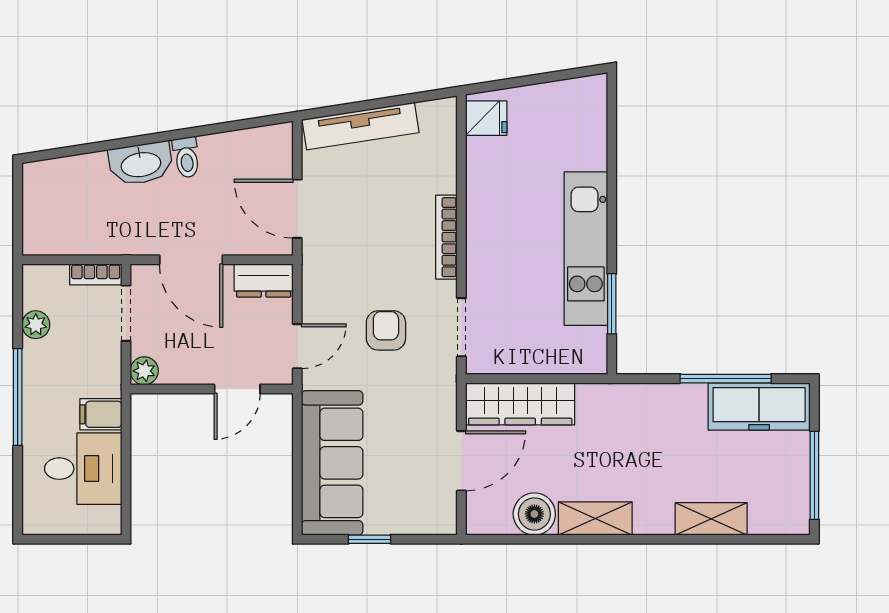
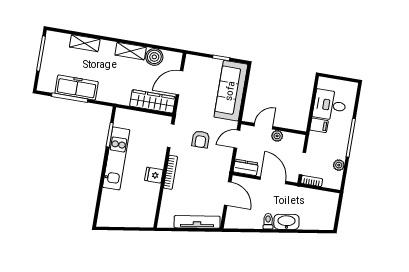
fridge: (486, 118) -> (154, 175), moved
plant: (144, 371) -> (277, 136), moved
freezer: (759, 406) -> (77, 87), moved

